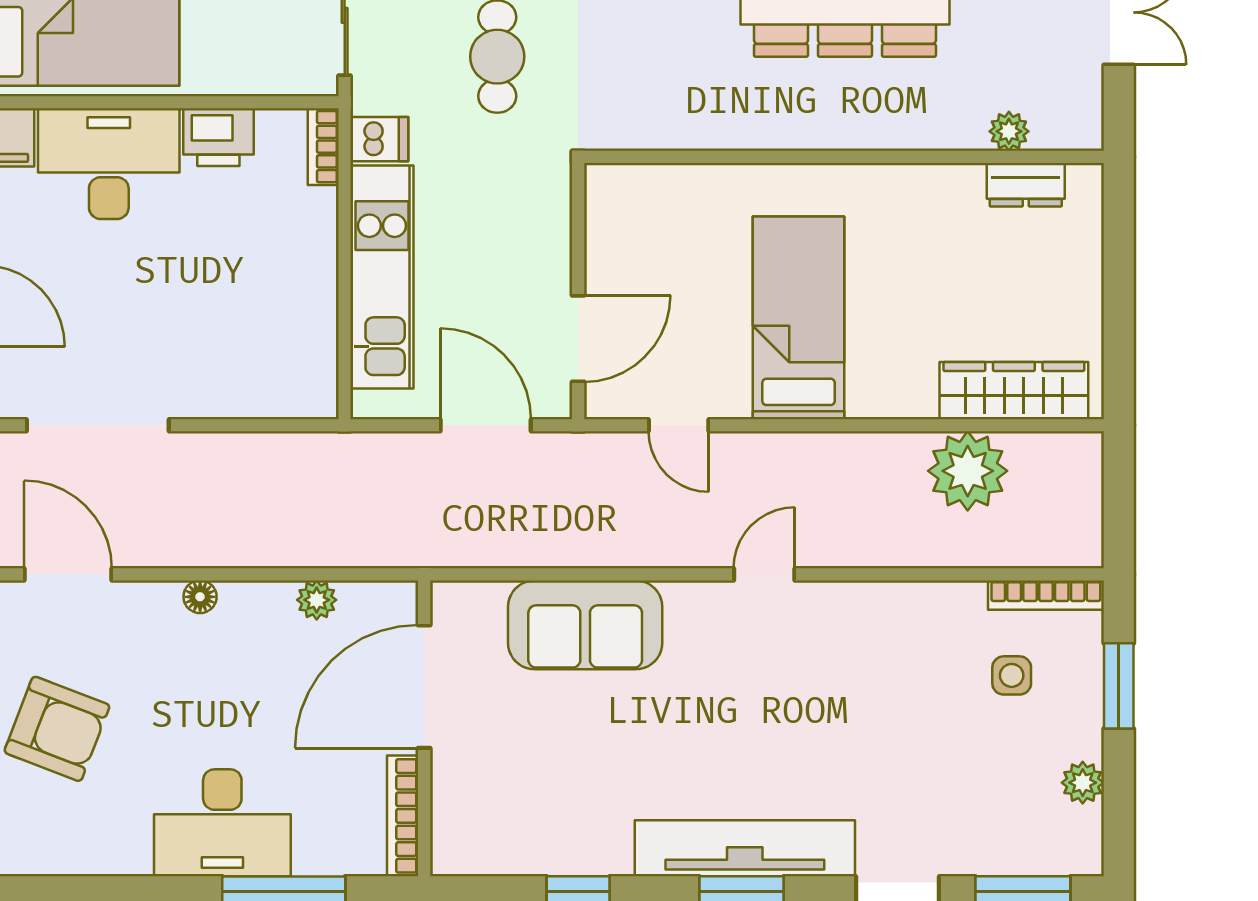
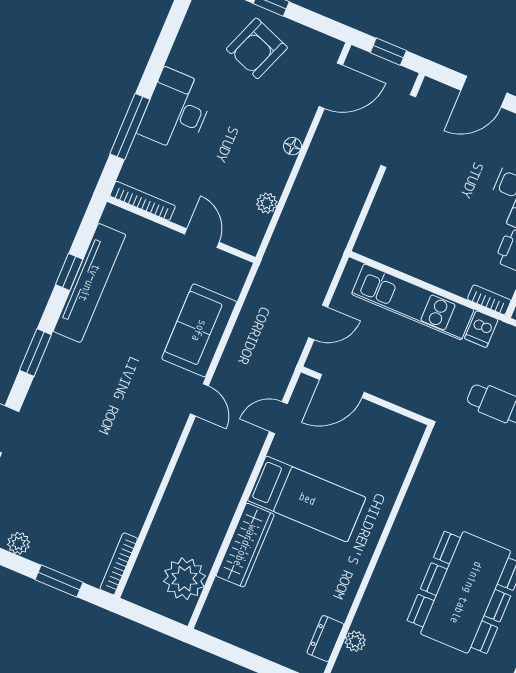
door: (578, 339) -> (342, 386), hinge flipped
wardrobe: (1014, 391) -> (245, 545), moved
door: (486, 425) -> (318, 322), width x0.73
plant: (968, 471) -> (185, 579), moved
door: (764, 574) -> (199, 400), moved
side table: (1012, 675) -> (86, 530), removed
door: (424, 687) -> (202, 238), width x0.53
tv unit: (745, 848) -> (89, 283), moved

